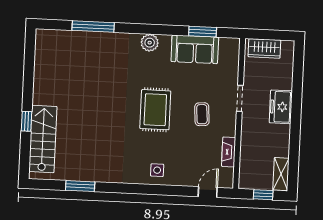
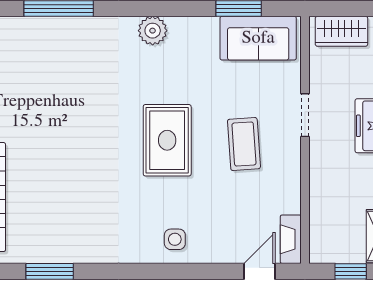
sofa: (195, 49) -> (258, 38), moved
coffee table: (202, 114) -> (244, 144), width x1.36, depth x1.30
fireplace: (229, 152) -> (291, 239), moved

